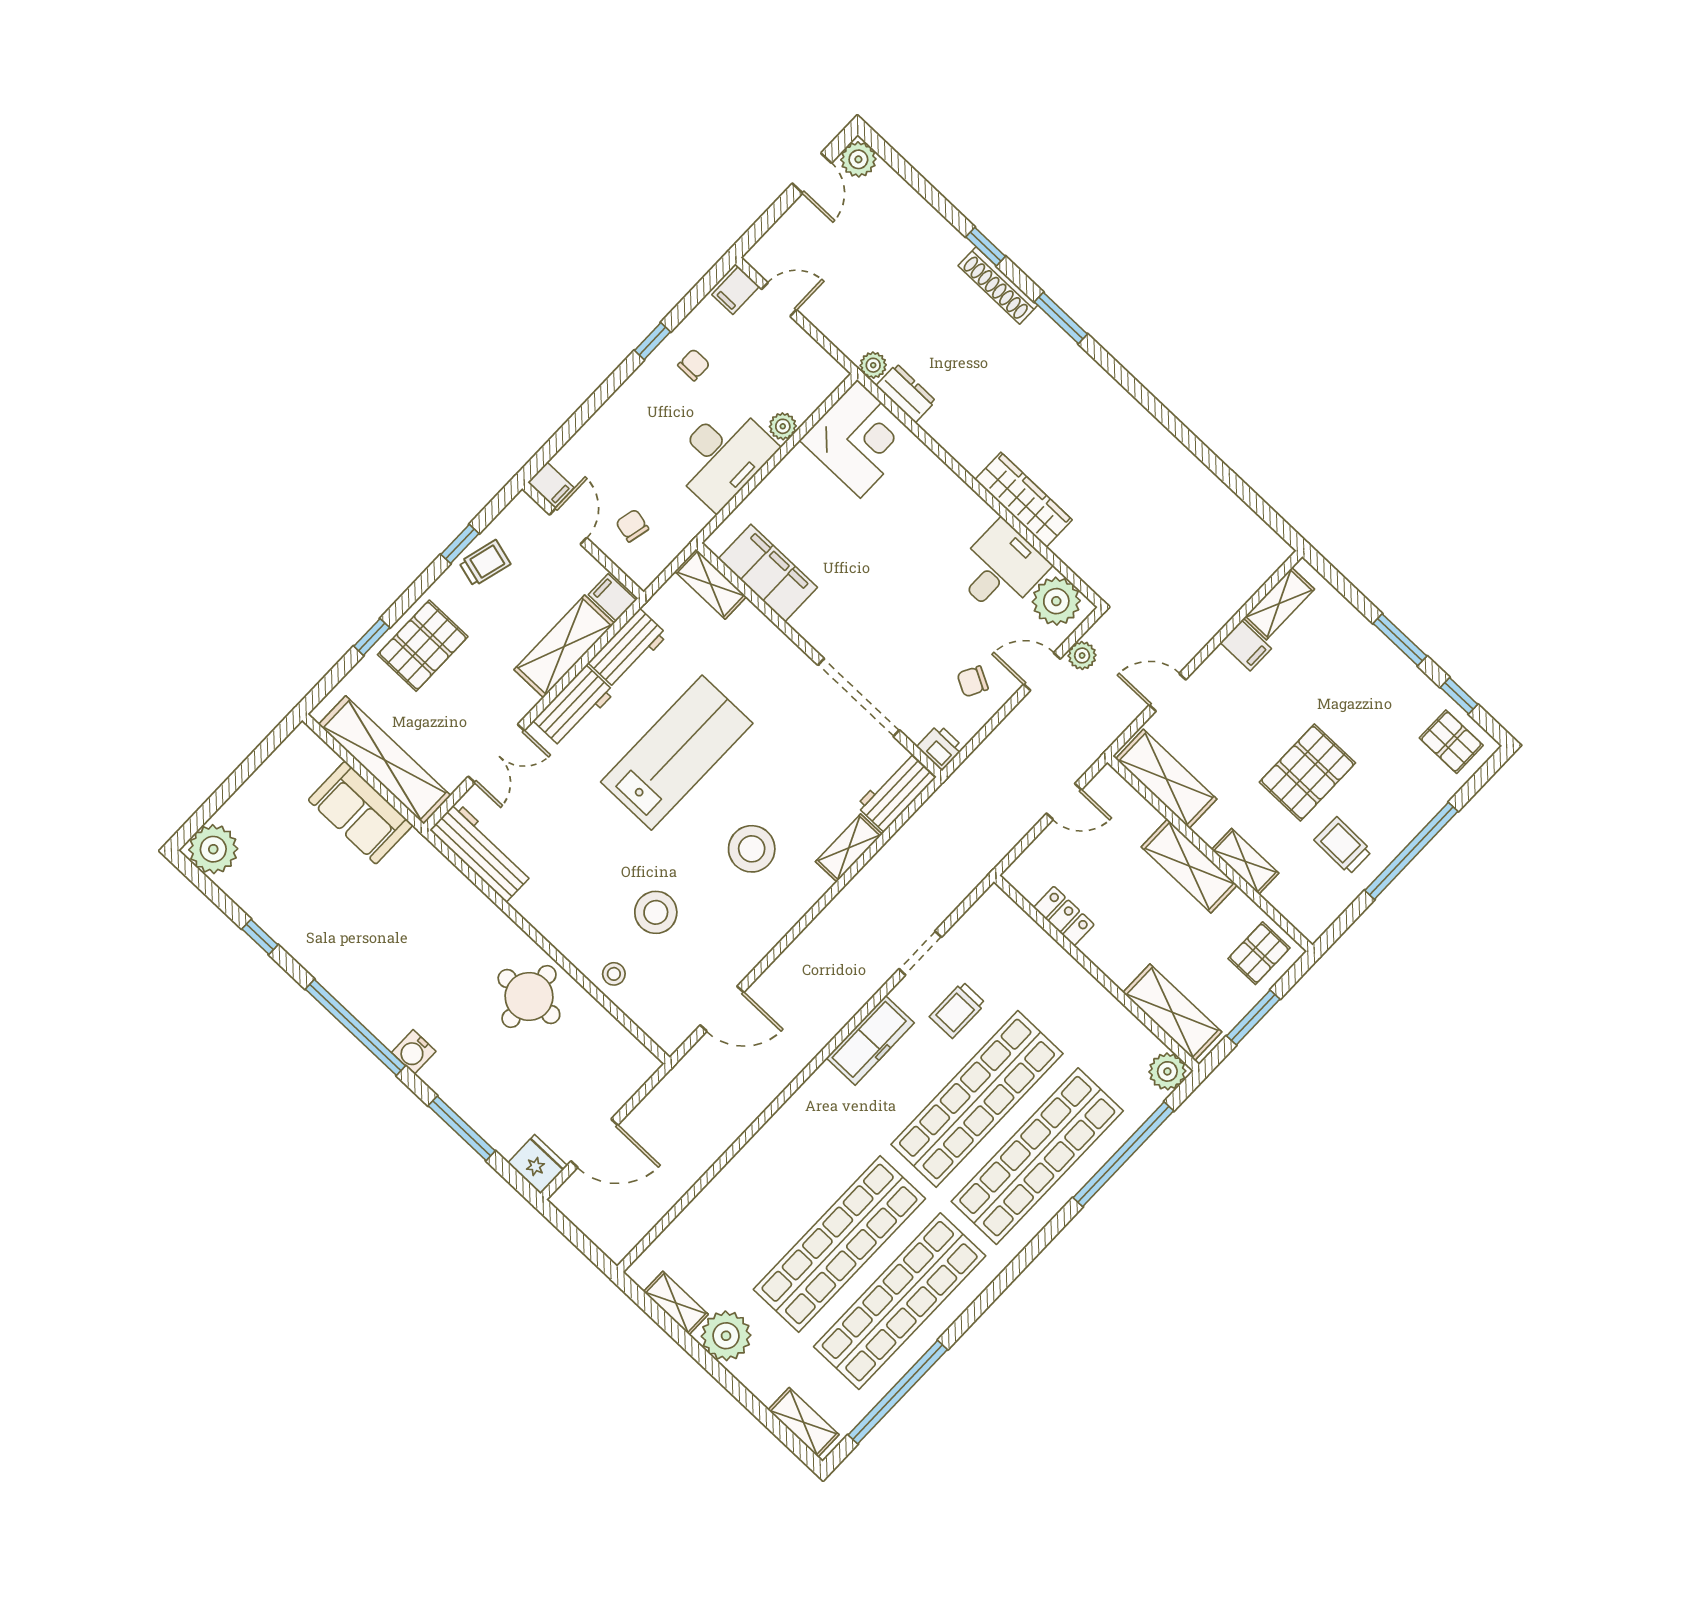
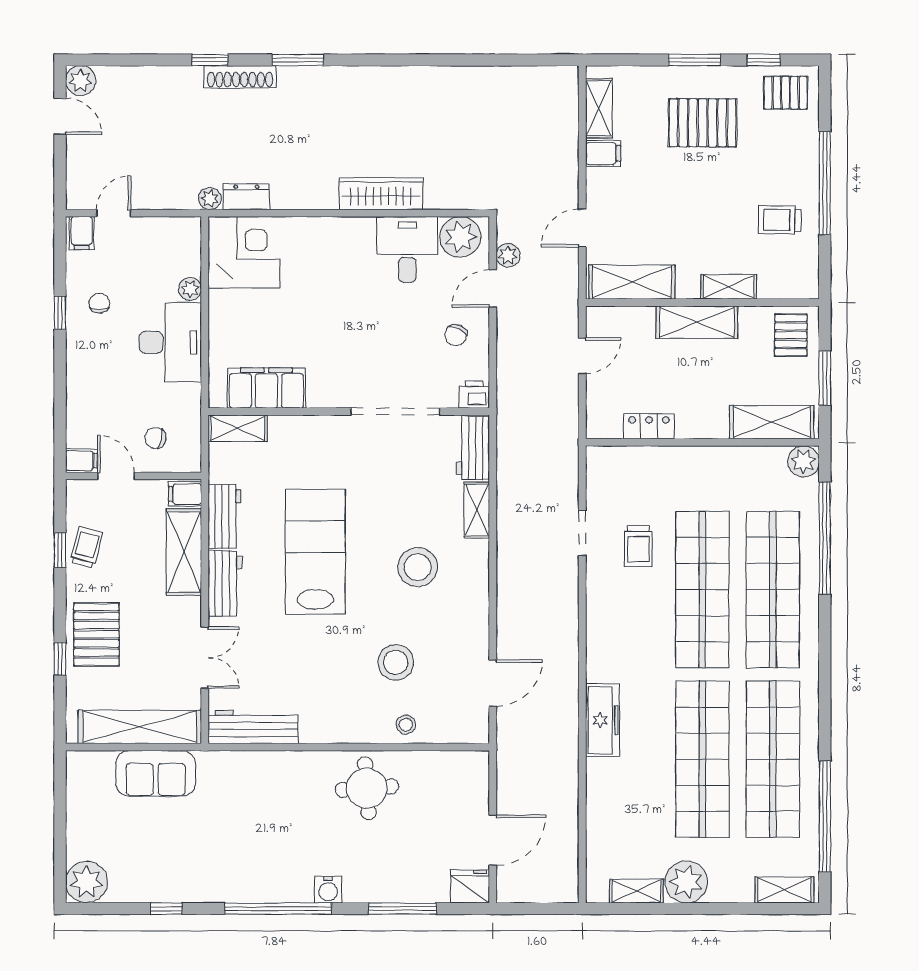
pallet: (1307, 773) -> (703, 123), moved, turned 90
freezer: (870, 1040) -> (602, 720), moved

